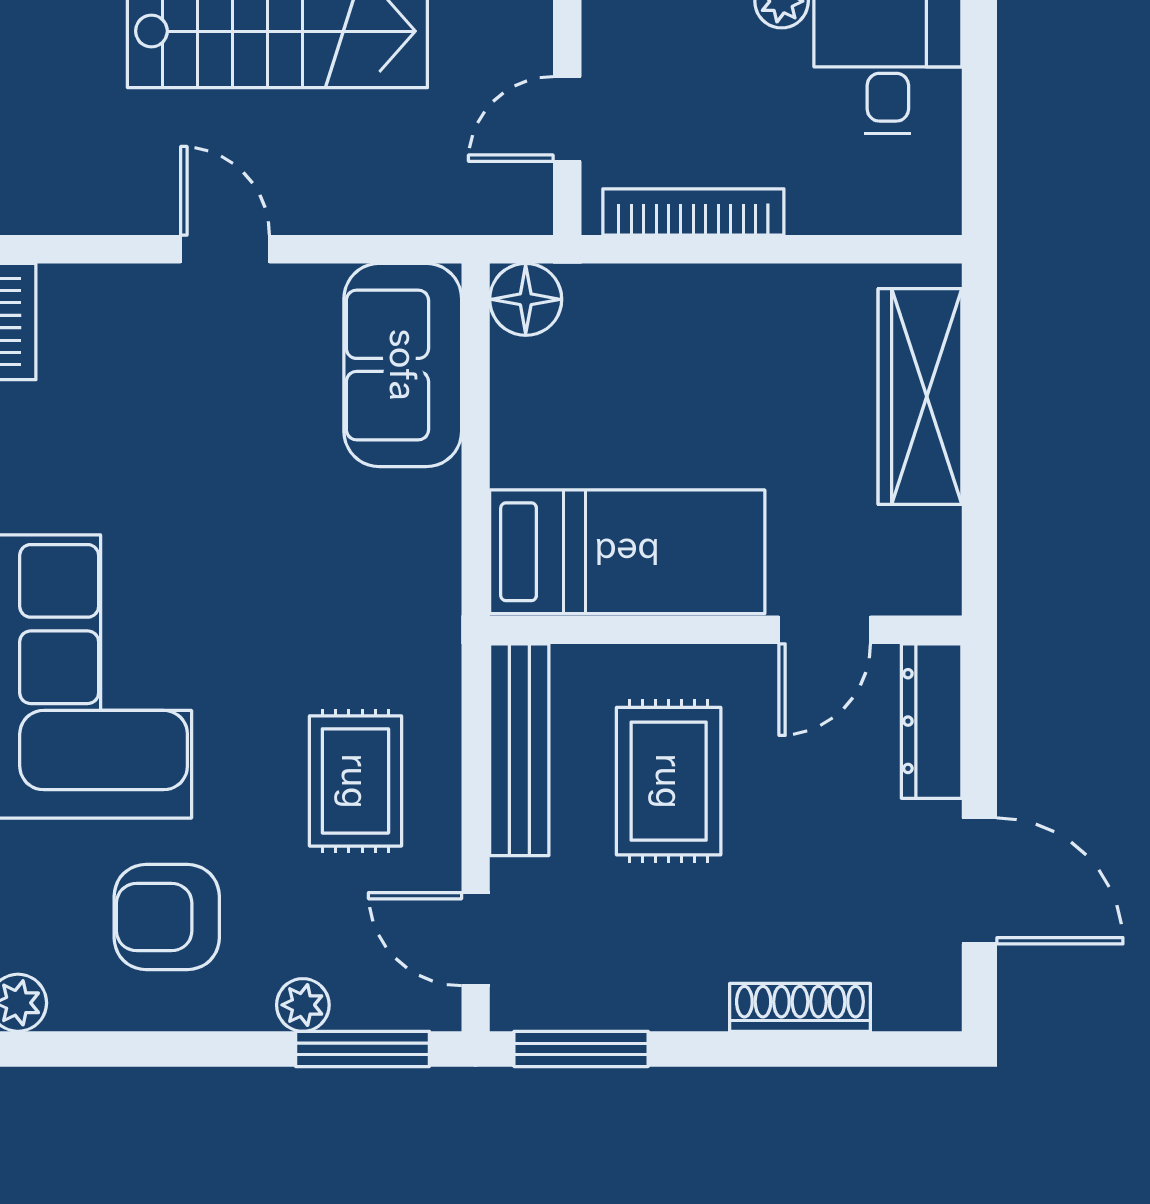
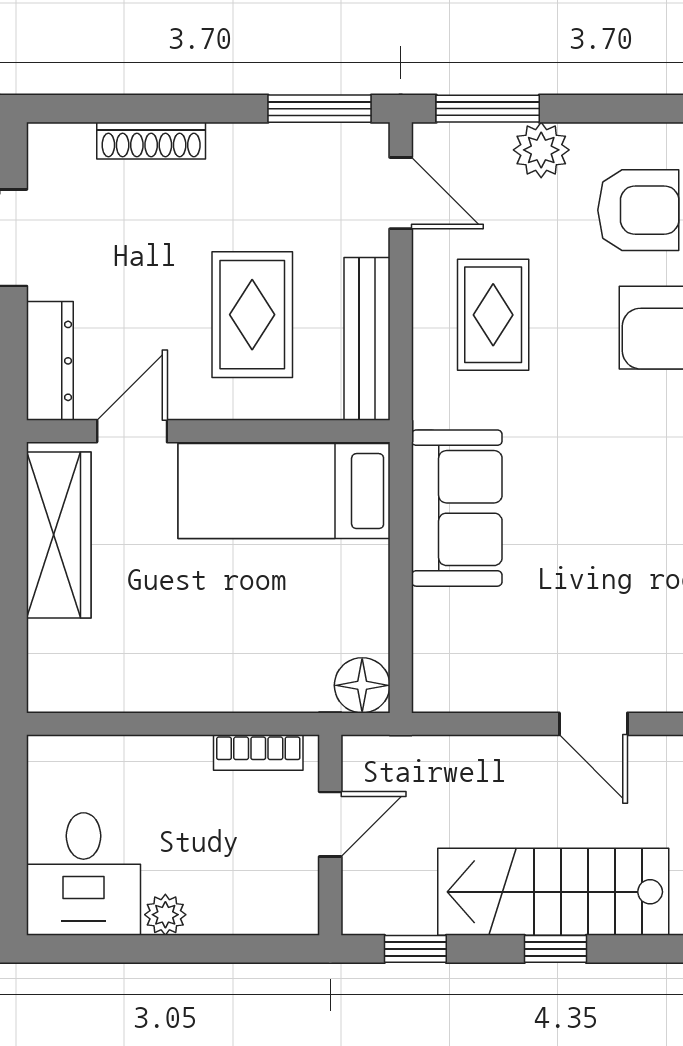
bookcase: (693, 212) -> (258, 753), width x0.64
sofa: (403, 365) -> (457, 508), moved
wardrobe: (920, 397) -> (59, 535), moved
plant: (303, 1005) -> (541, 150), width x1.38, depth x1.38

